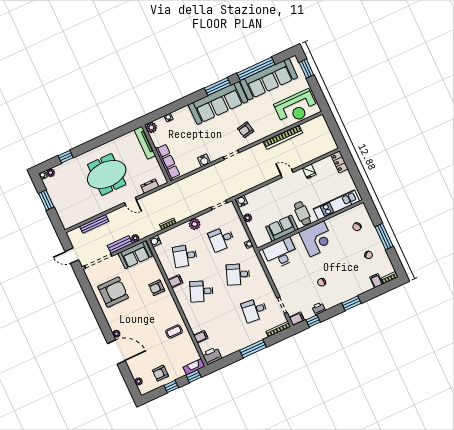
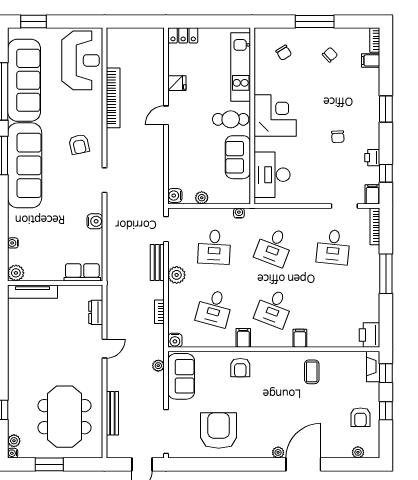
row of seats: (168, 162) -> (82, 272), width x0.68
meeting table: (107, 174) -> (64, 417), moved
bench: (120, 244) -> (157, 262), moved
filing cabinet: (201, 337) -> (300, 338), moved

